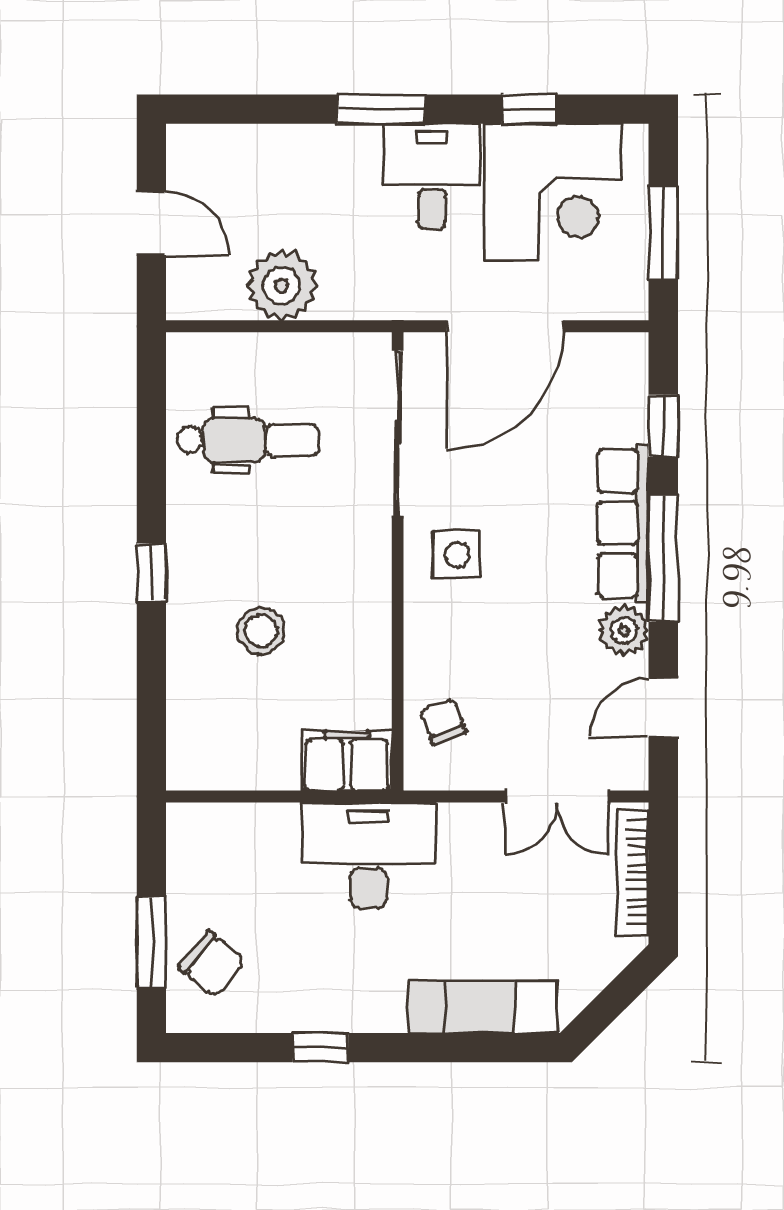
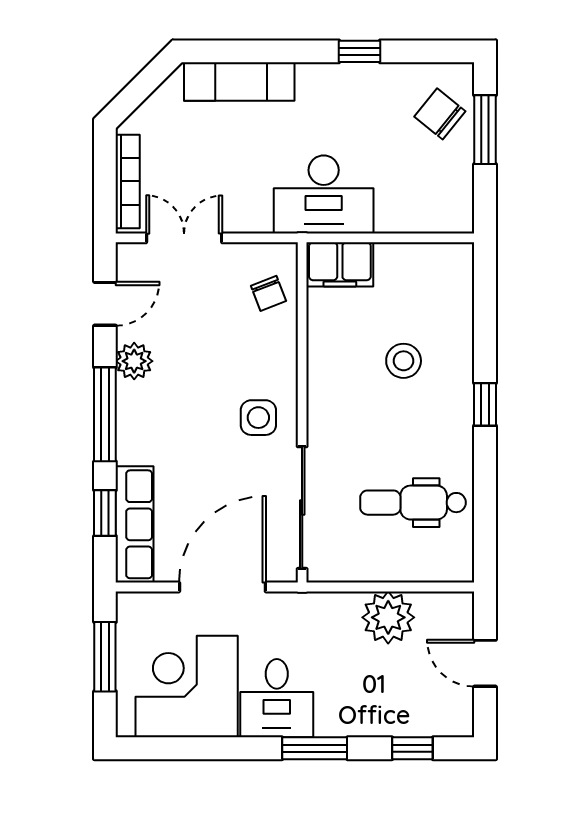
window: (529, 109) -> (412, 748), moved
row of seats: (623, 523) -> (135, 524), moved

